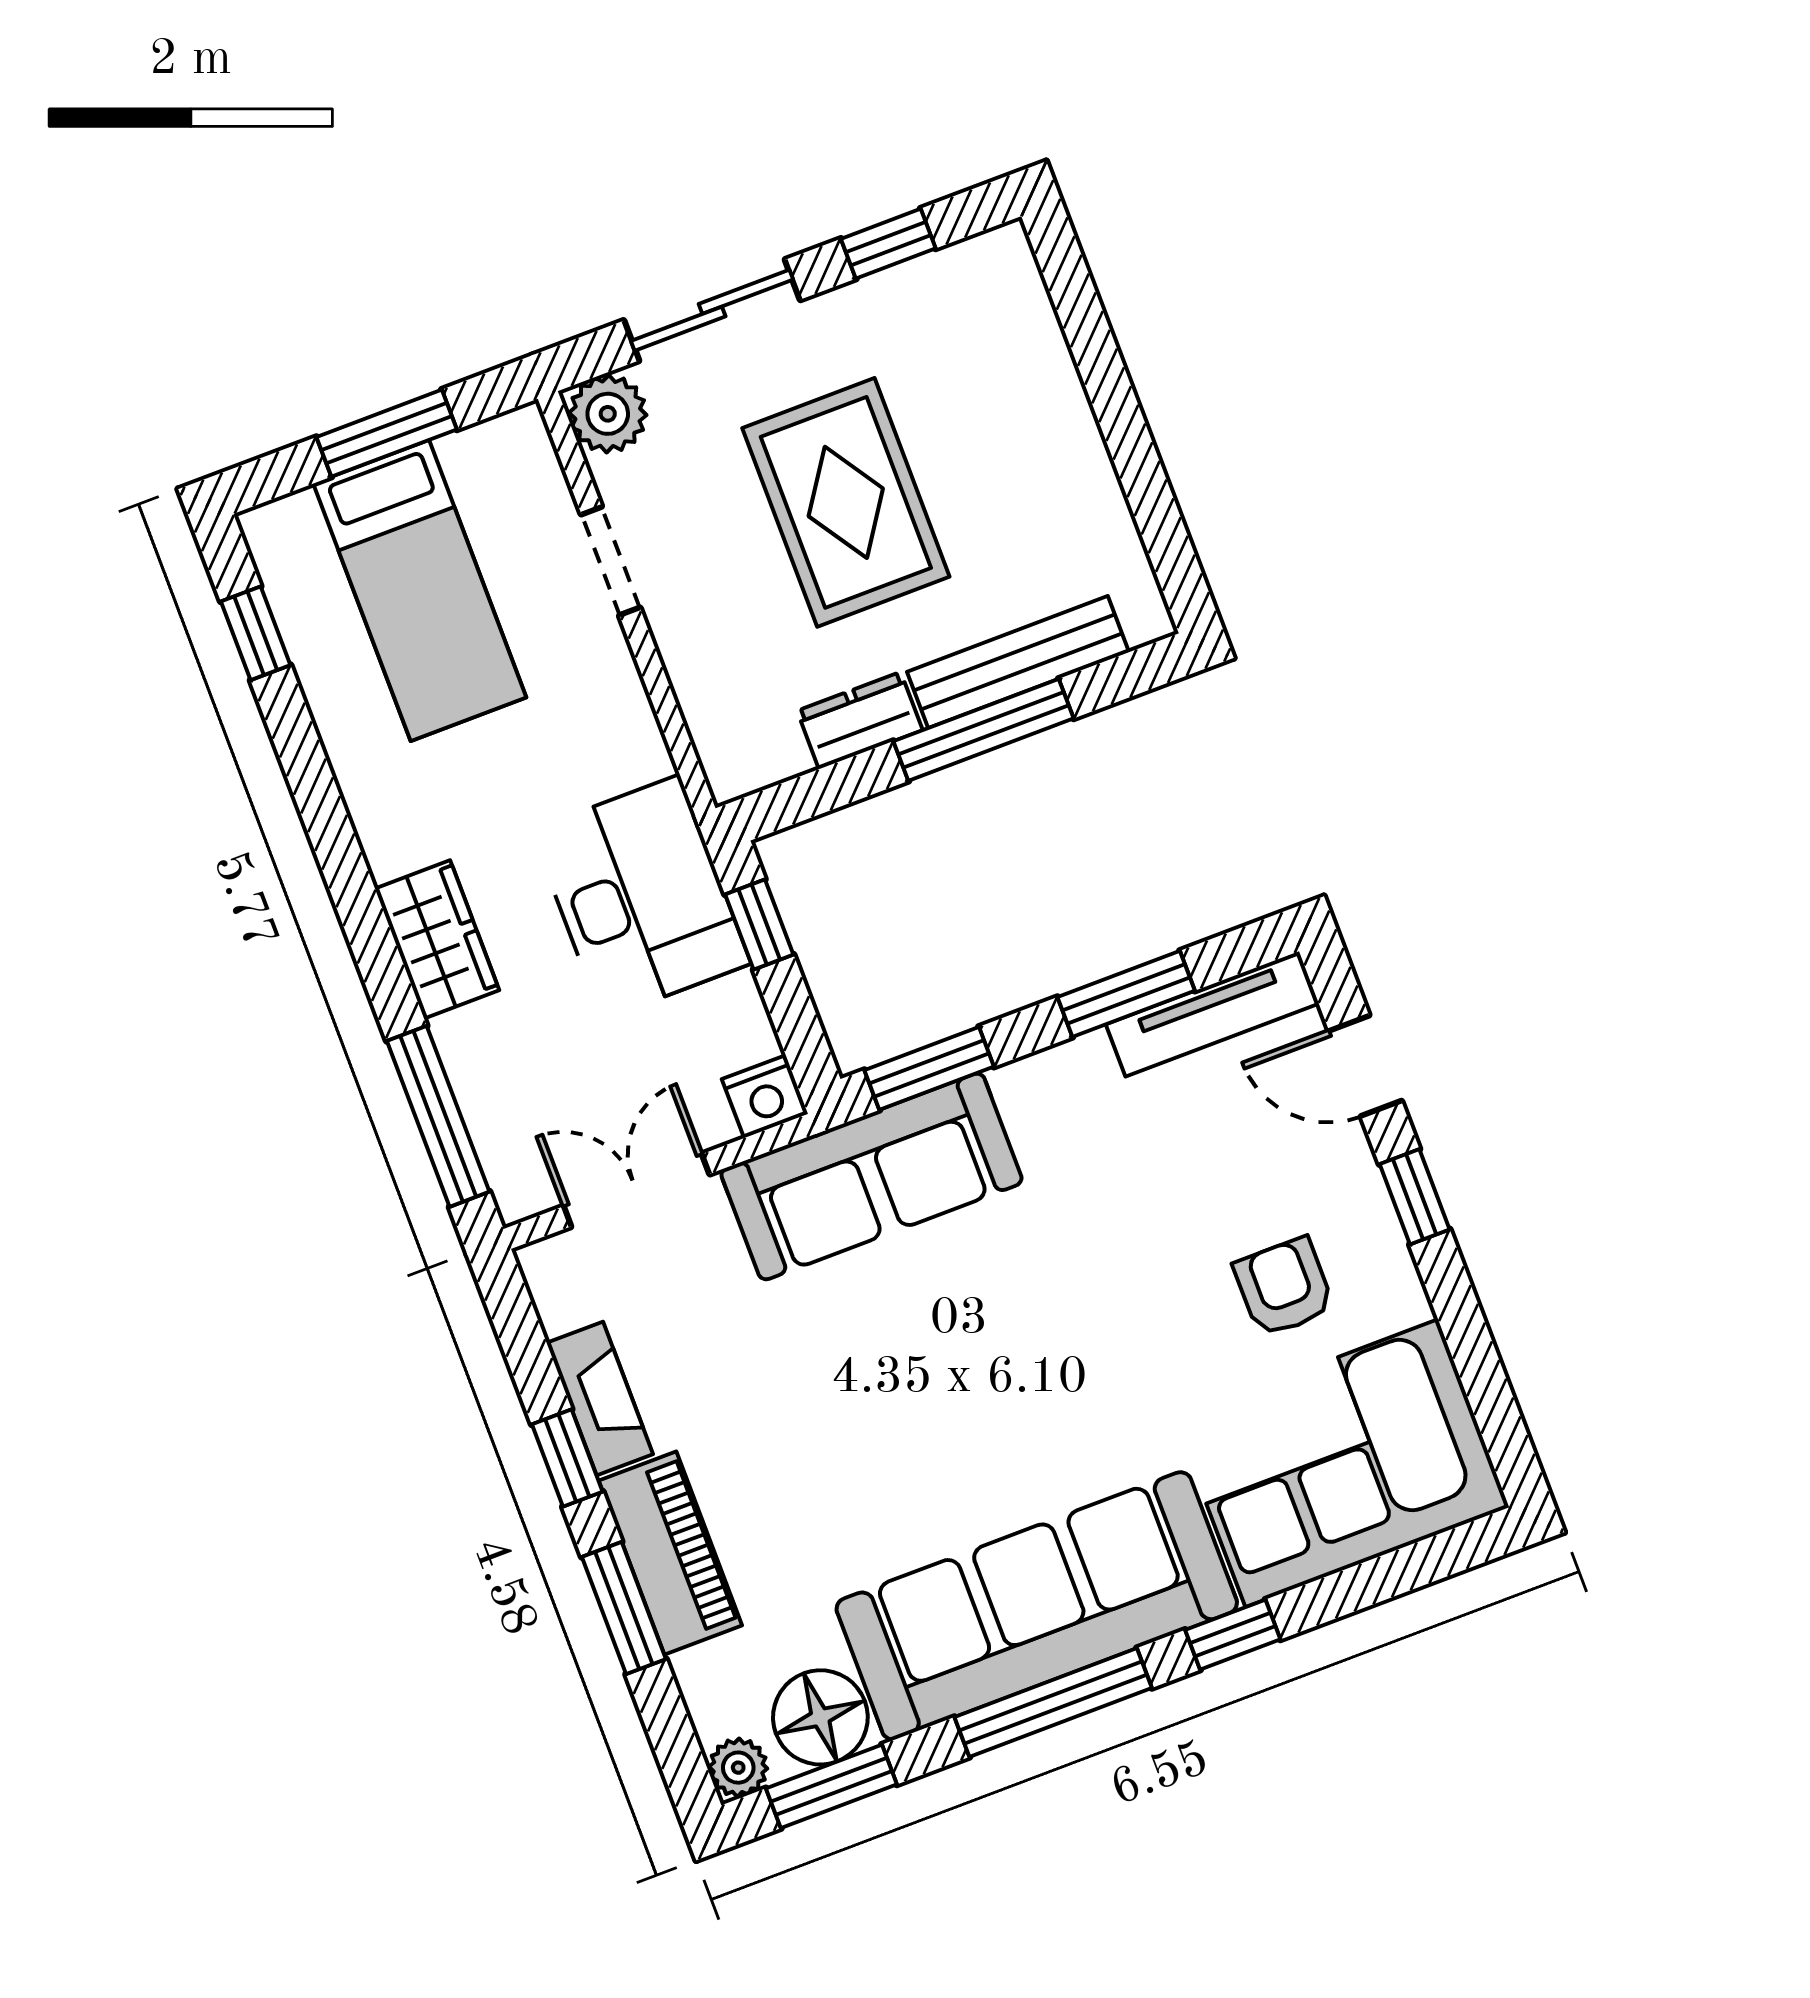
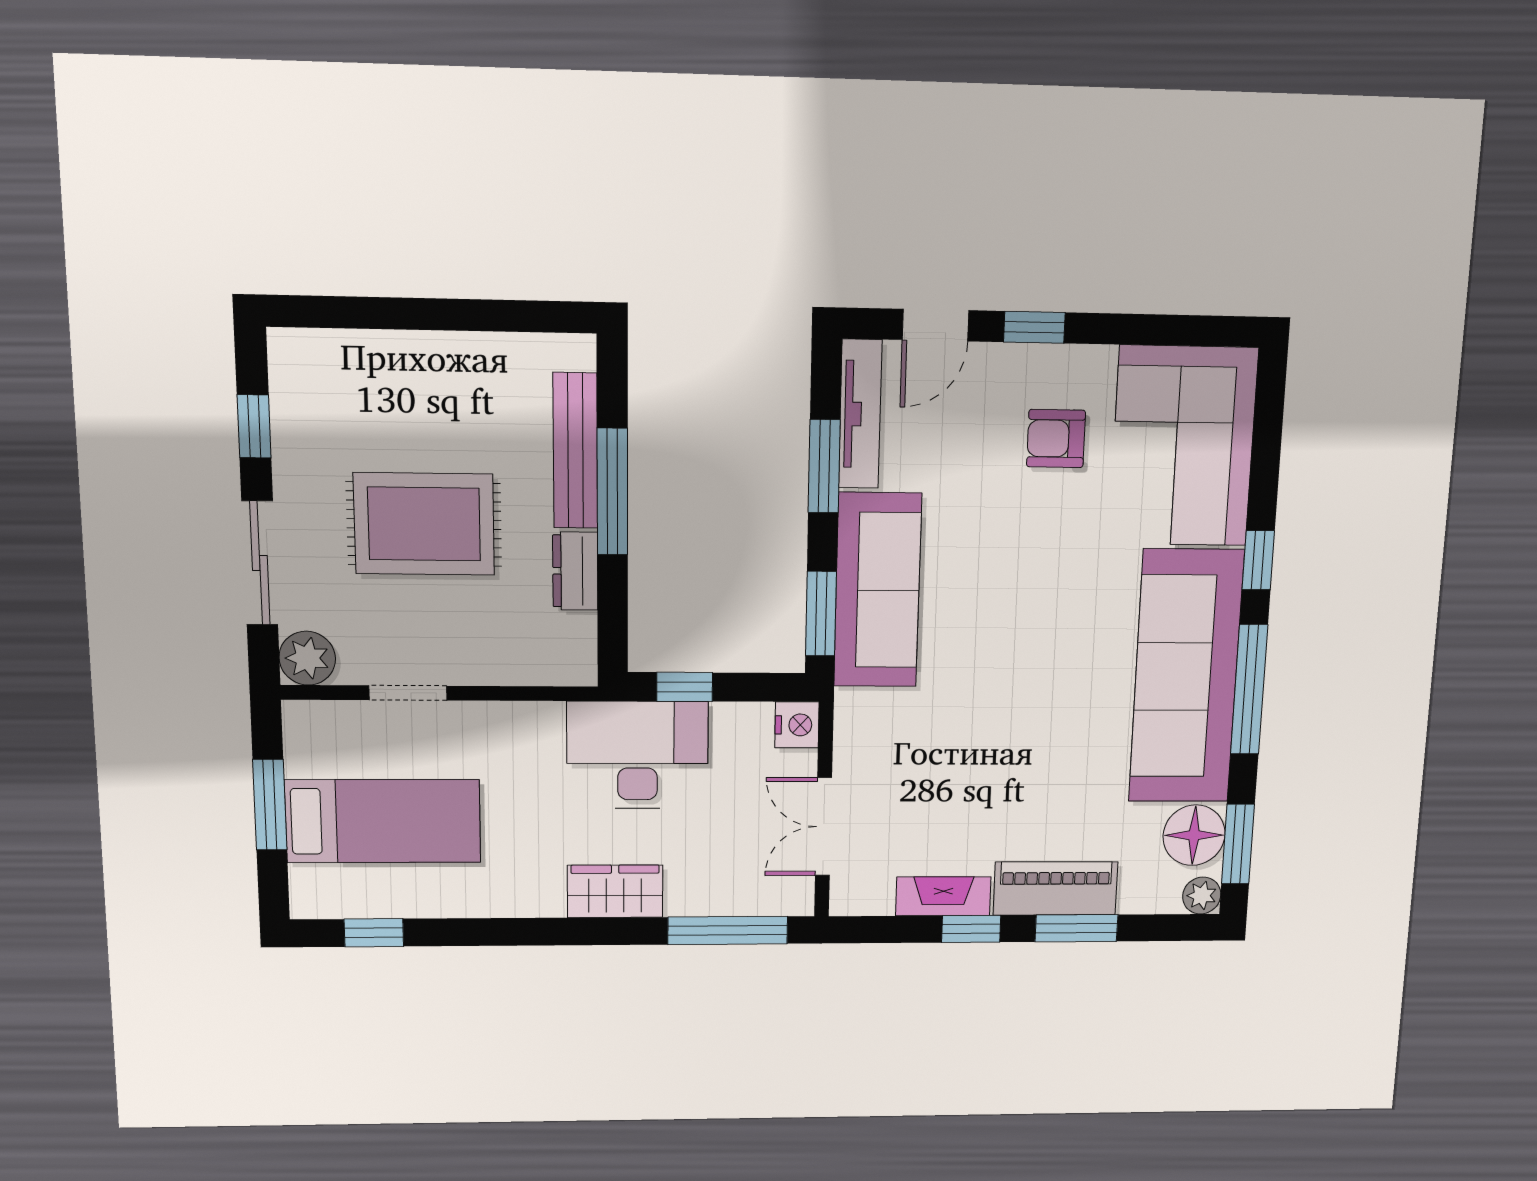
sofa: (871, 1176) -> (878, 590), moved

